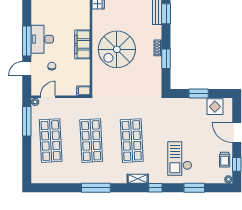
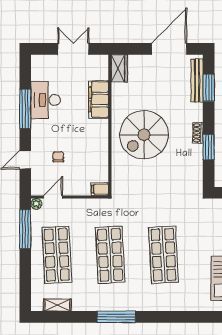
desk: (42, 39) -> (46, 100), moved
window: (27, 41) -> (25, 109), moved
filing cabinet: (82, 44) -> (99, 99), moved
shelving: (138, 179) -> (57, 305), moved
window: (155, 188) -> (195, 317), removed

